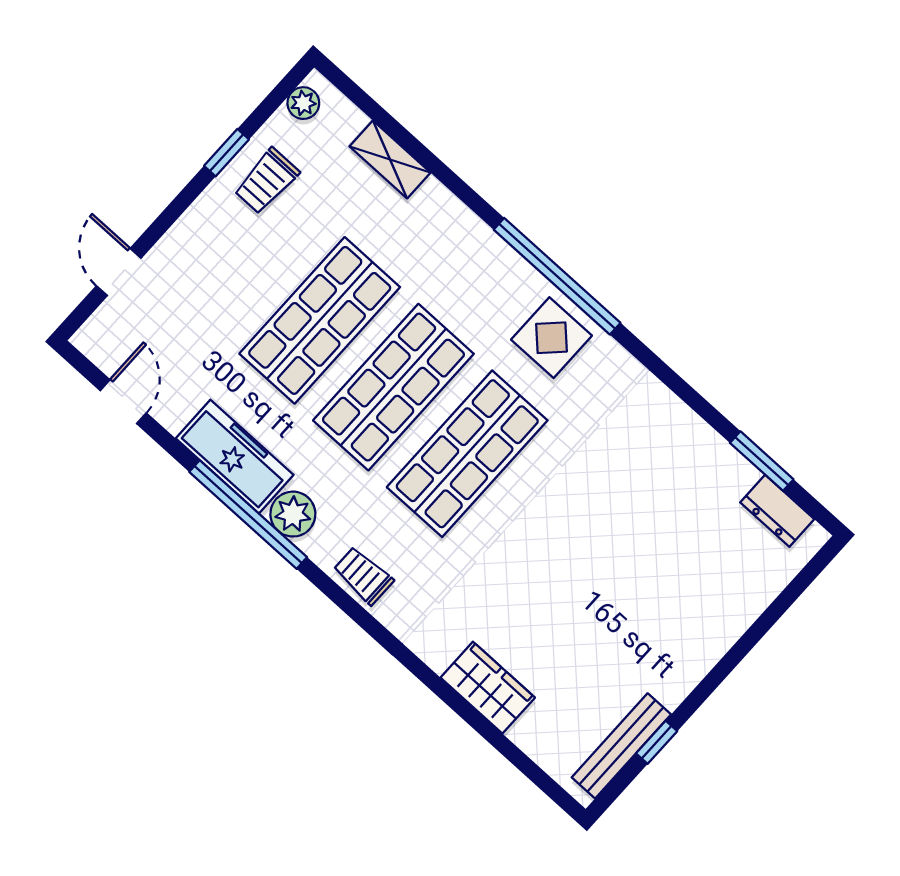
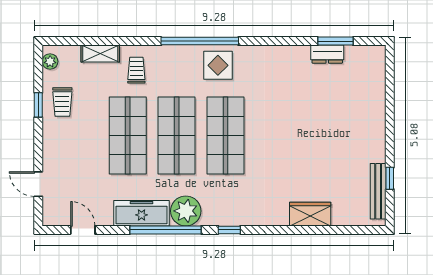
dresser: (777, 511) -> (327, 54), moved
plant: (293, 514) -> (186, 211), width x1.36, depth x1.36
trolley: (363, 576) -> (136, 70), moved, turned 90
window: (344, 601) -> (229, 230), added

